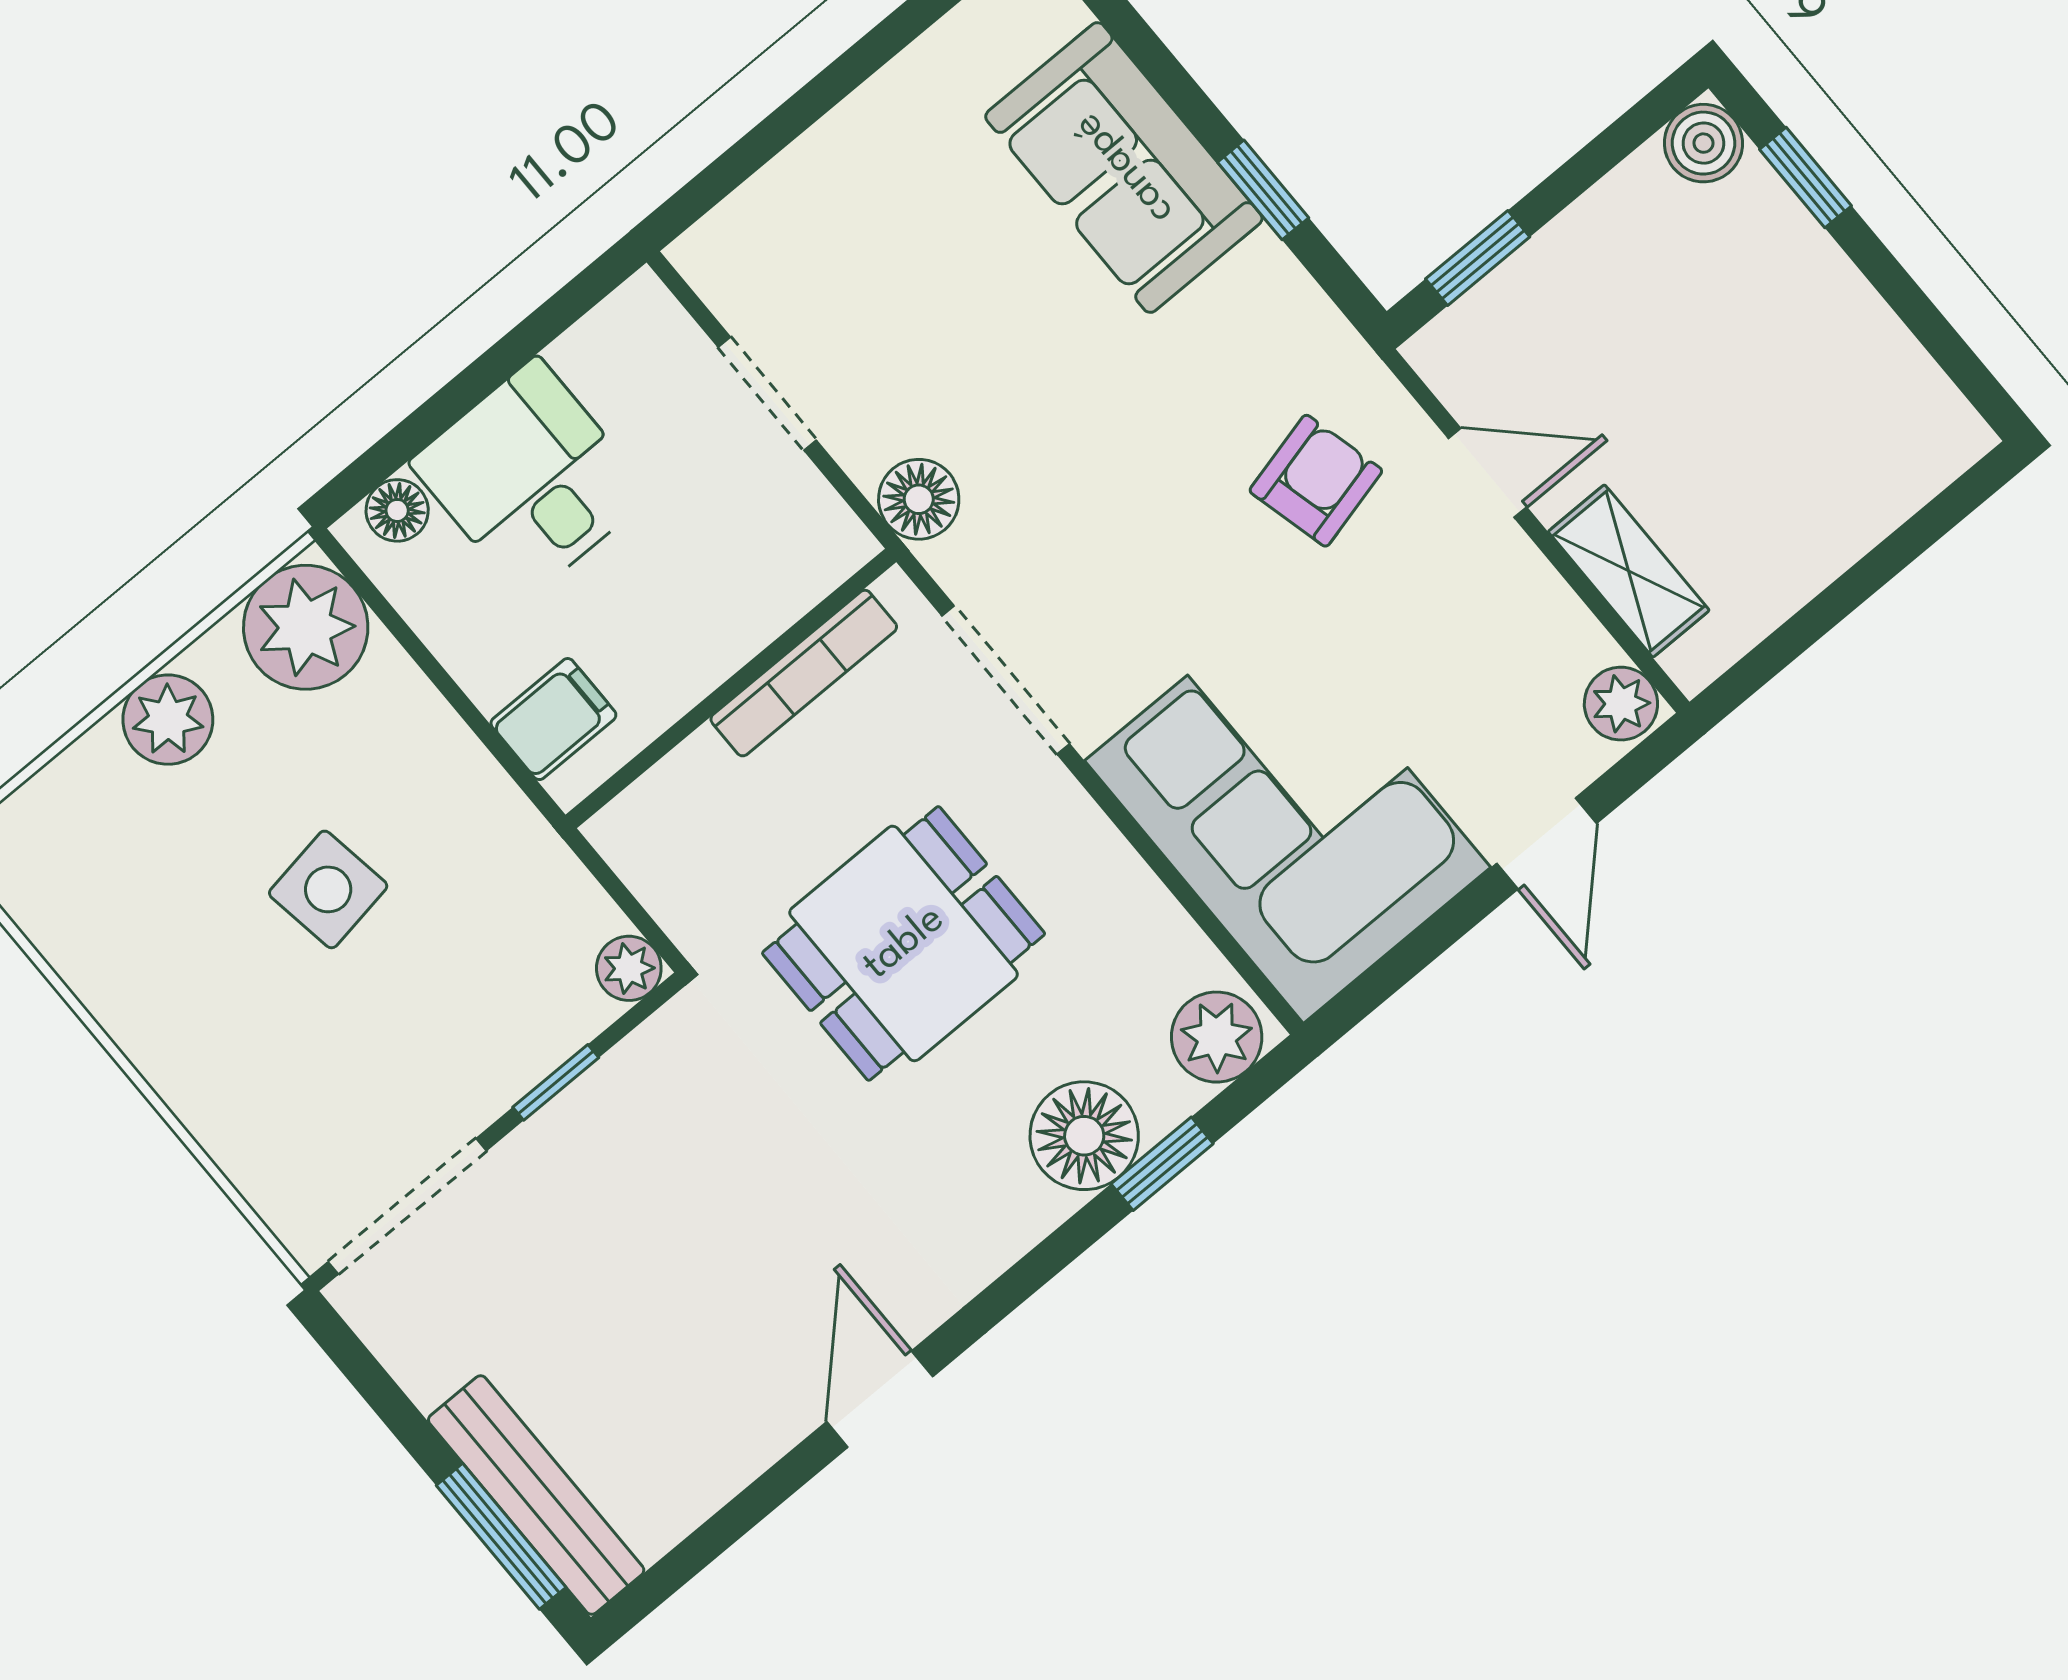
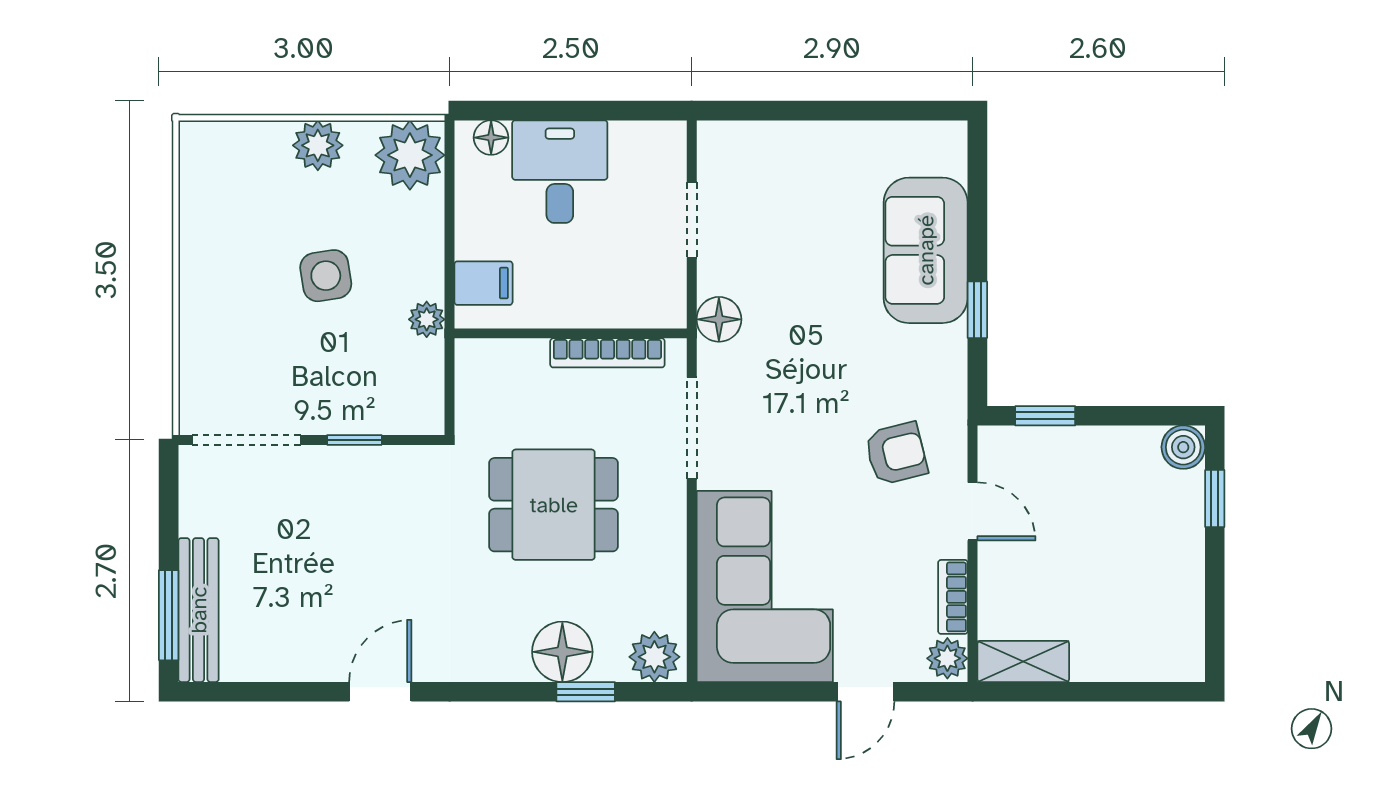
shelving: (1629, 571) -> (1023, 661), moved, turned 90
bookcase: (1558, 613) -> (953, 597), added
plant: (629, 968) -> (427, 319), moved

